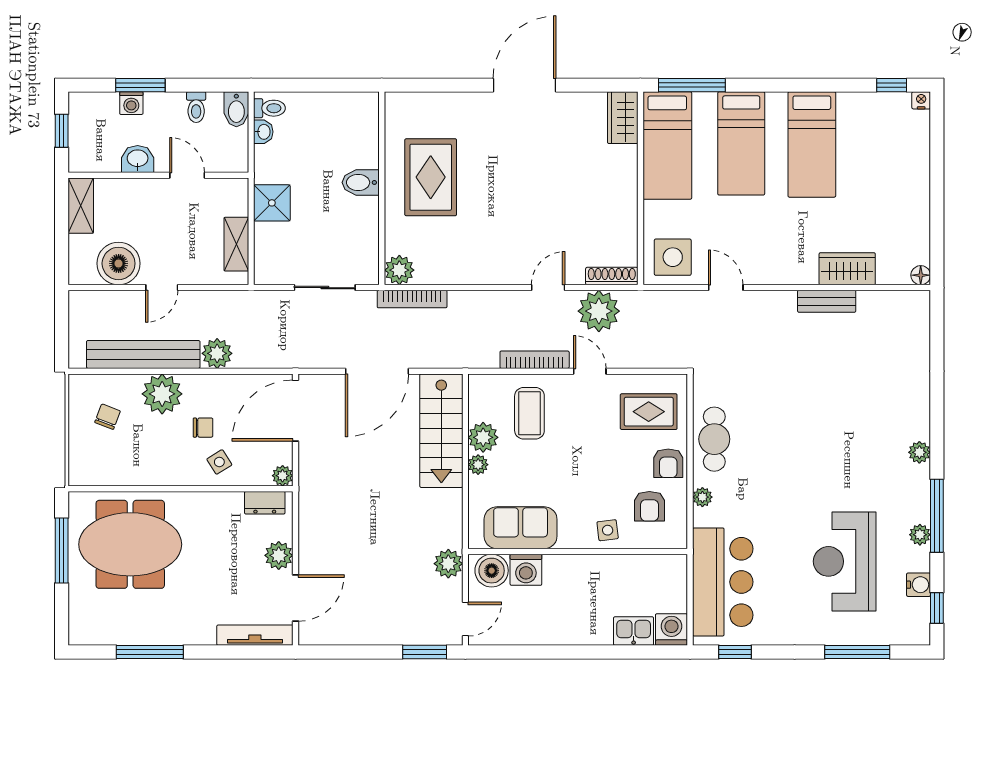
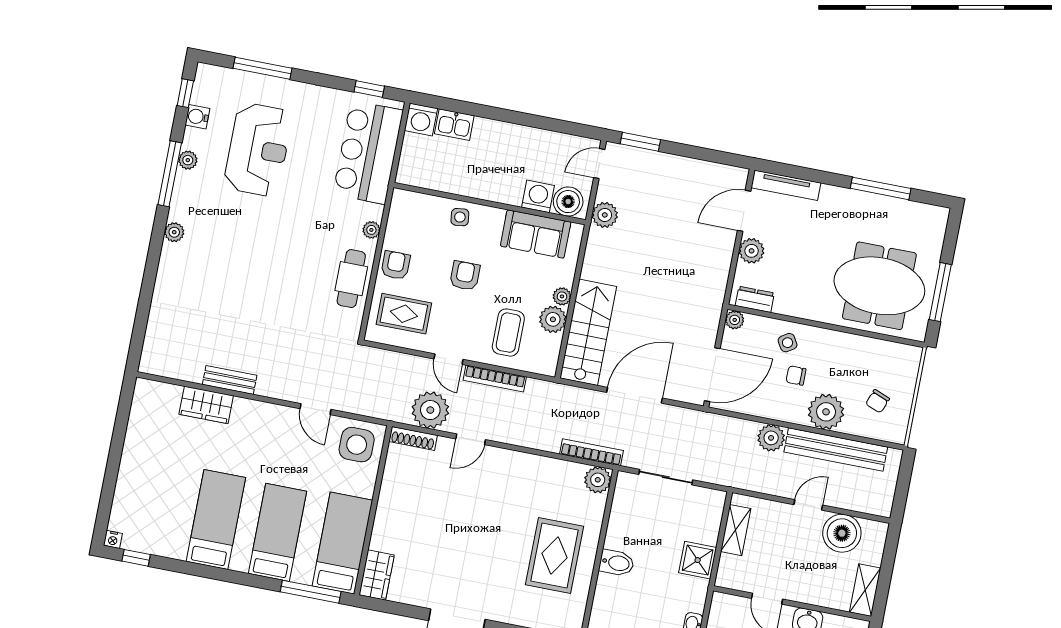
floor lamp: (921, 275) -> (143, 387), removed
armchair: (649, 506) -> (465, 276), moved

